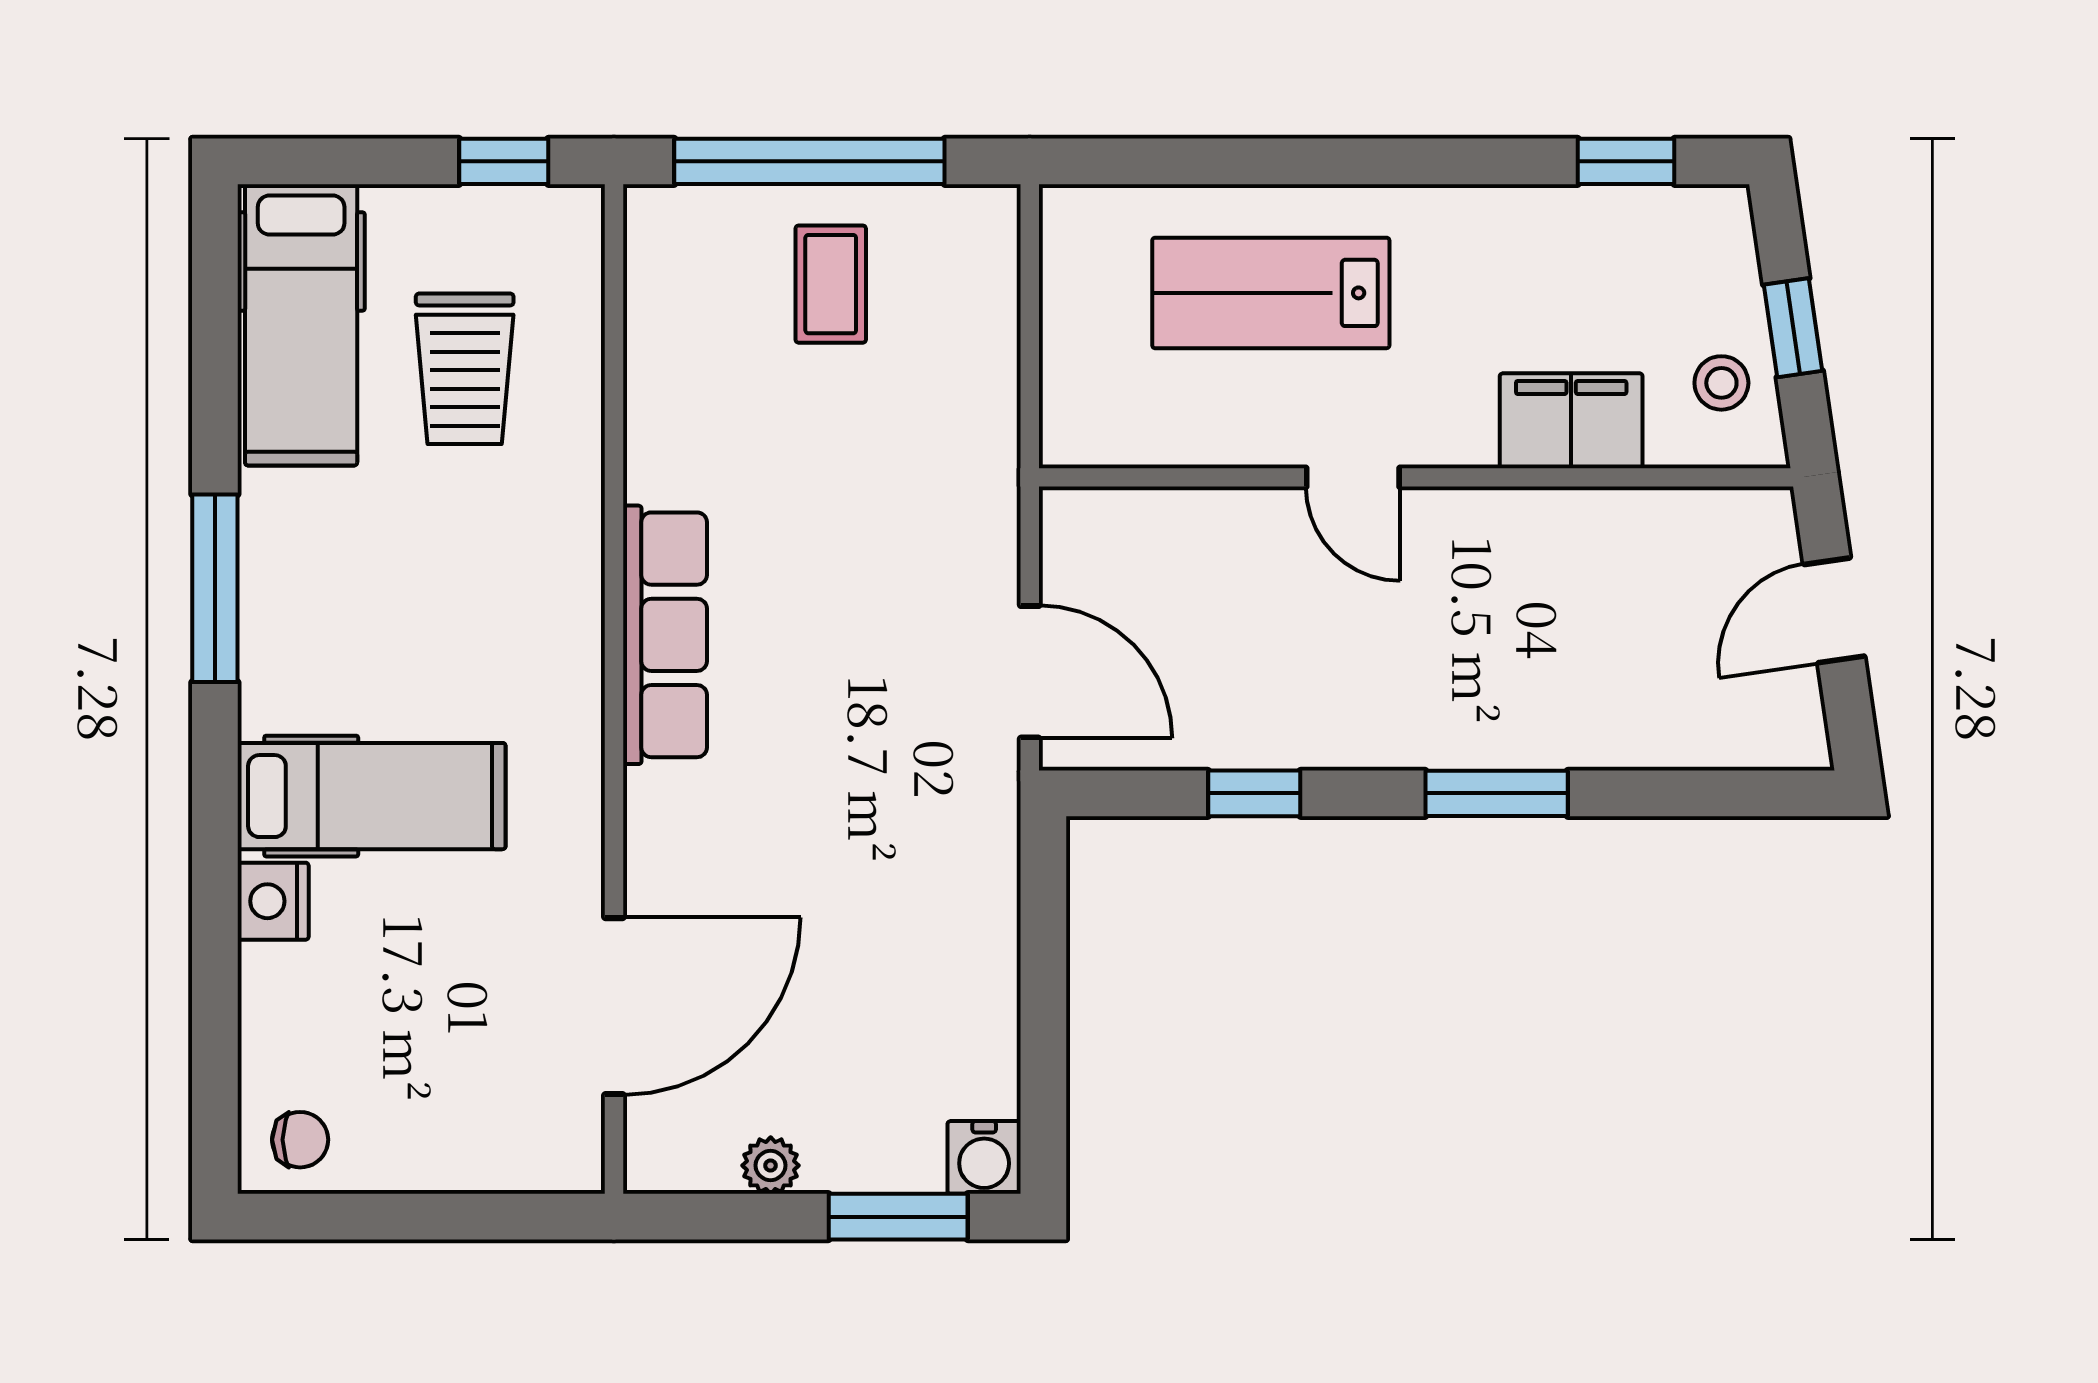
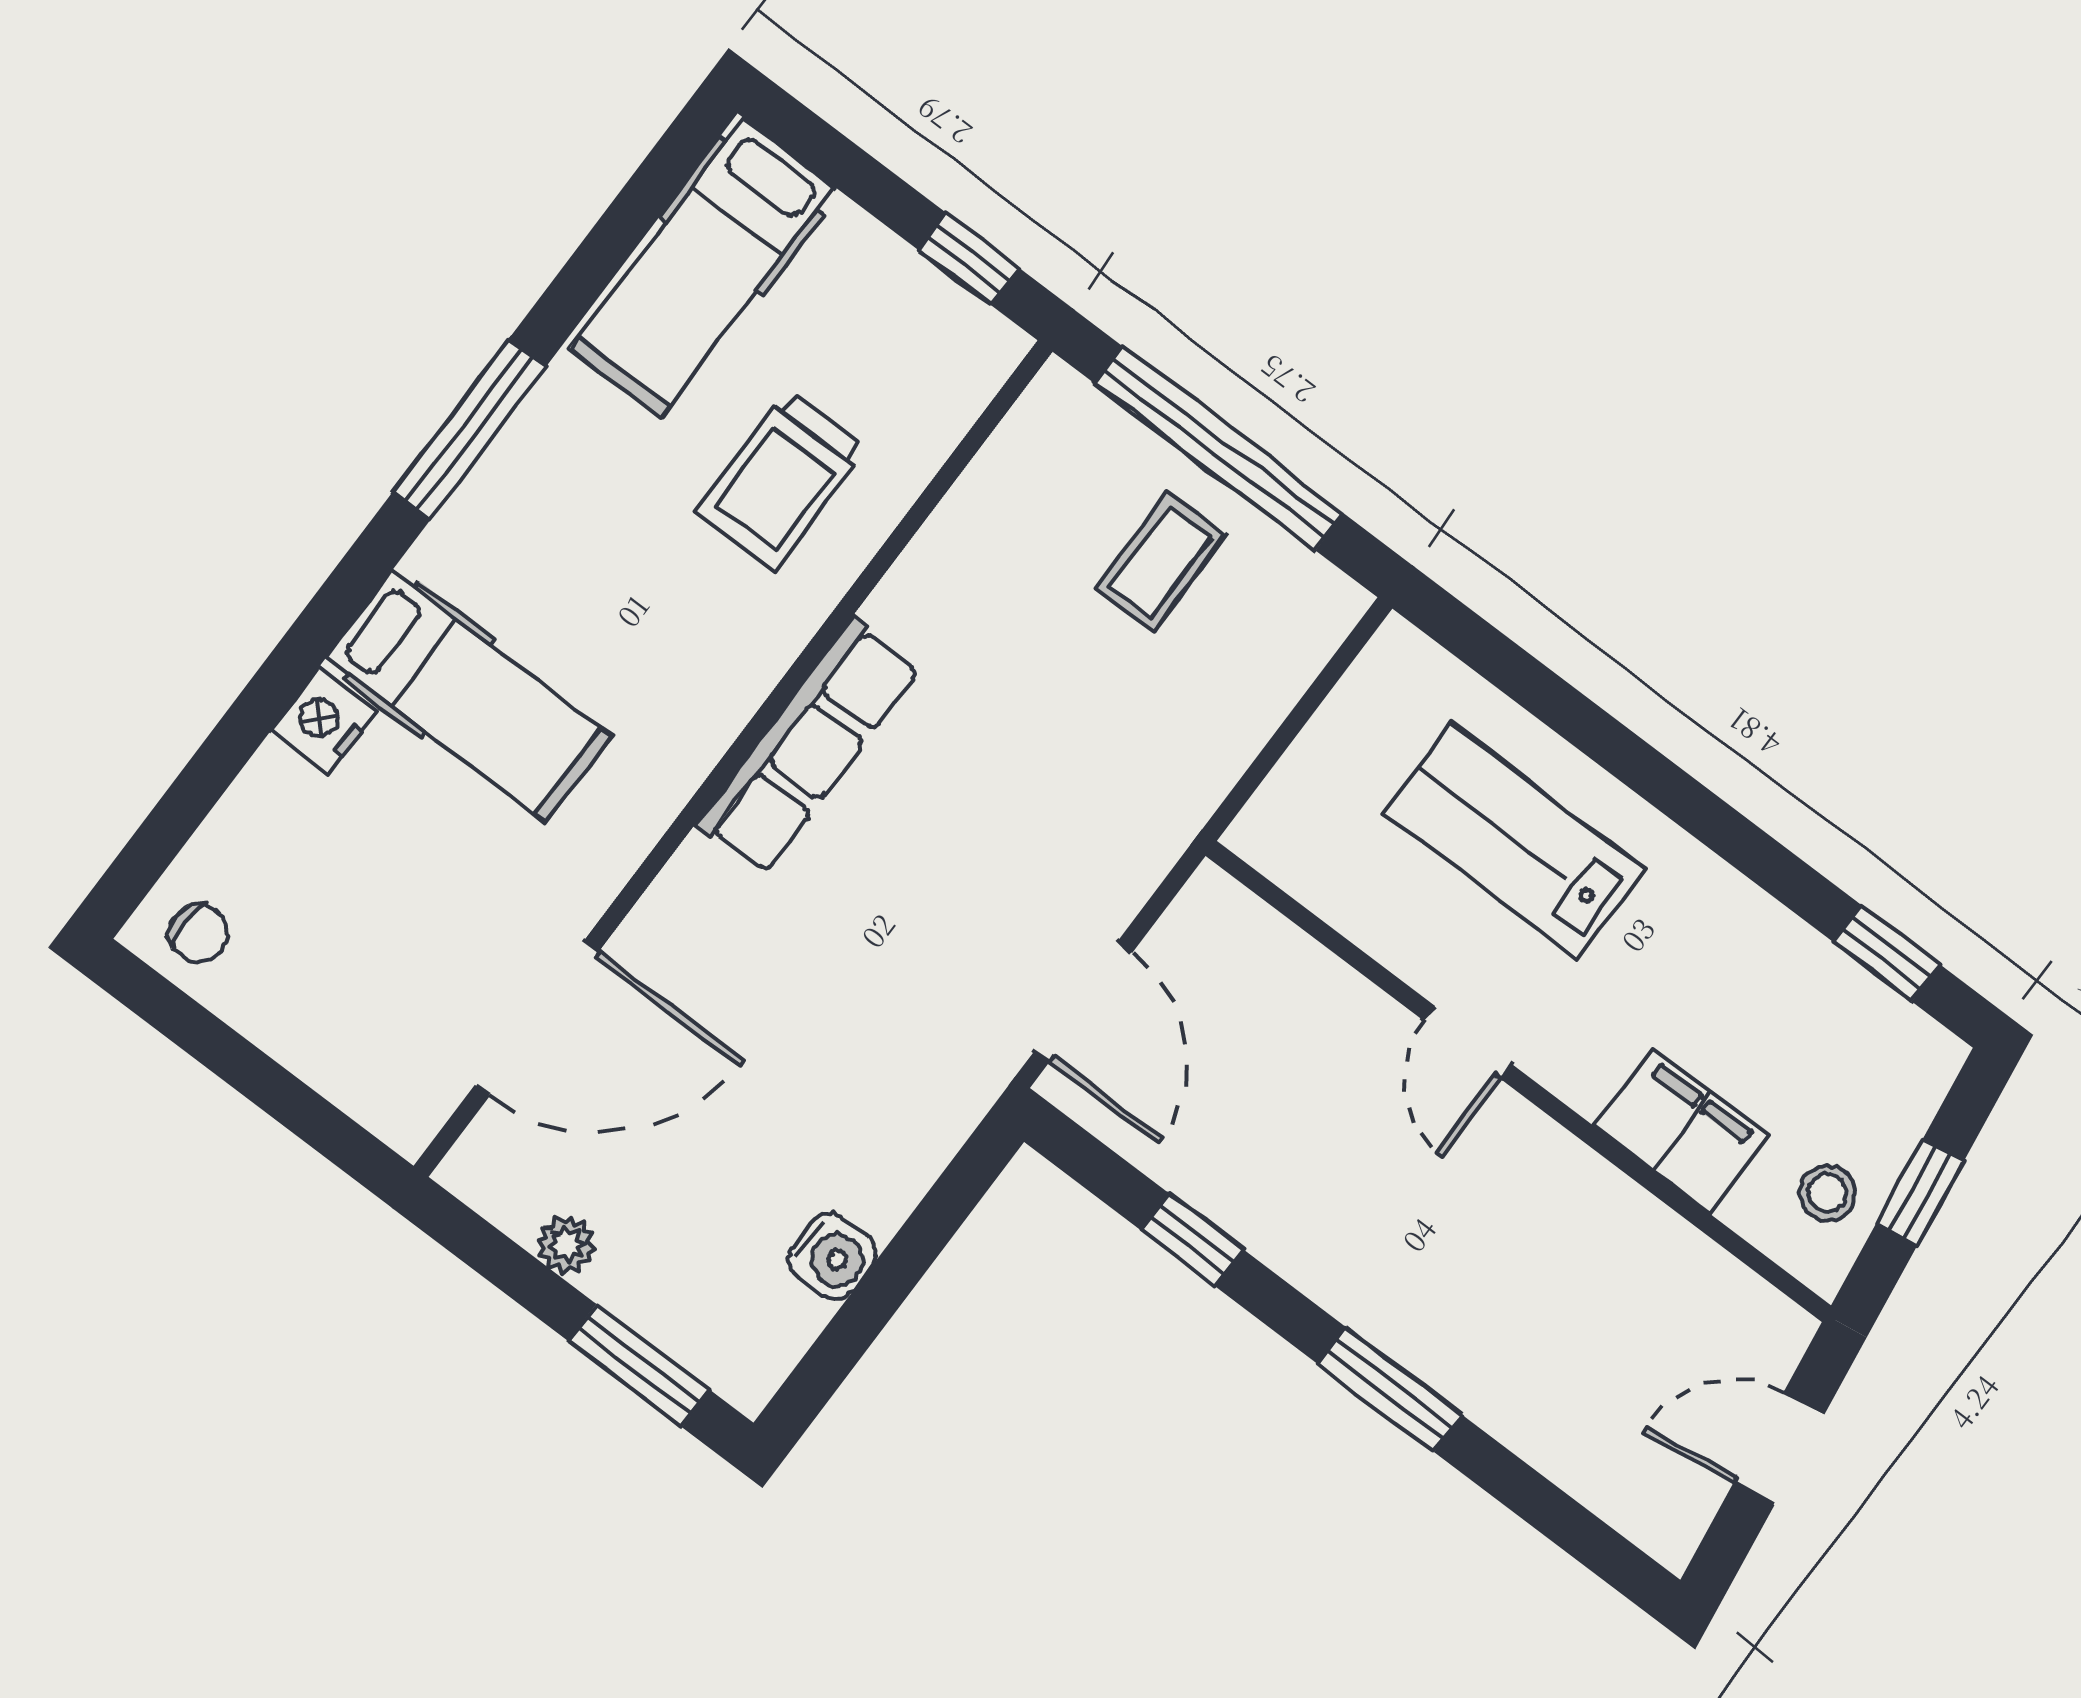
trolley: (465, 369) -> (781, 481), moved
water cooler: (984, 1157) -> (832, 1256), moved, turned -90

